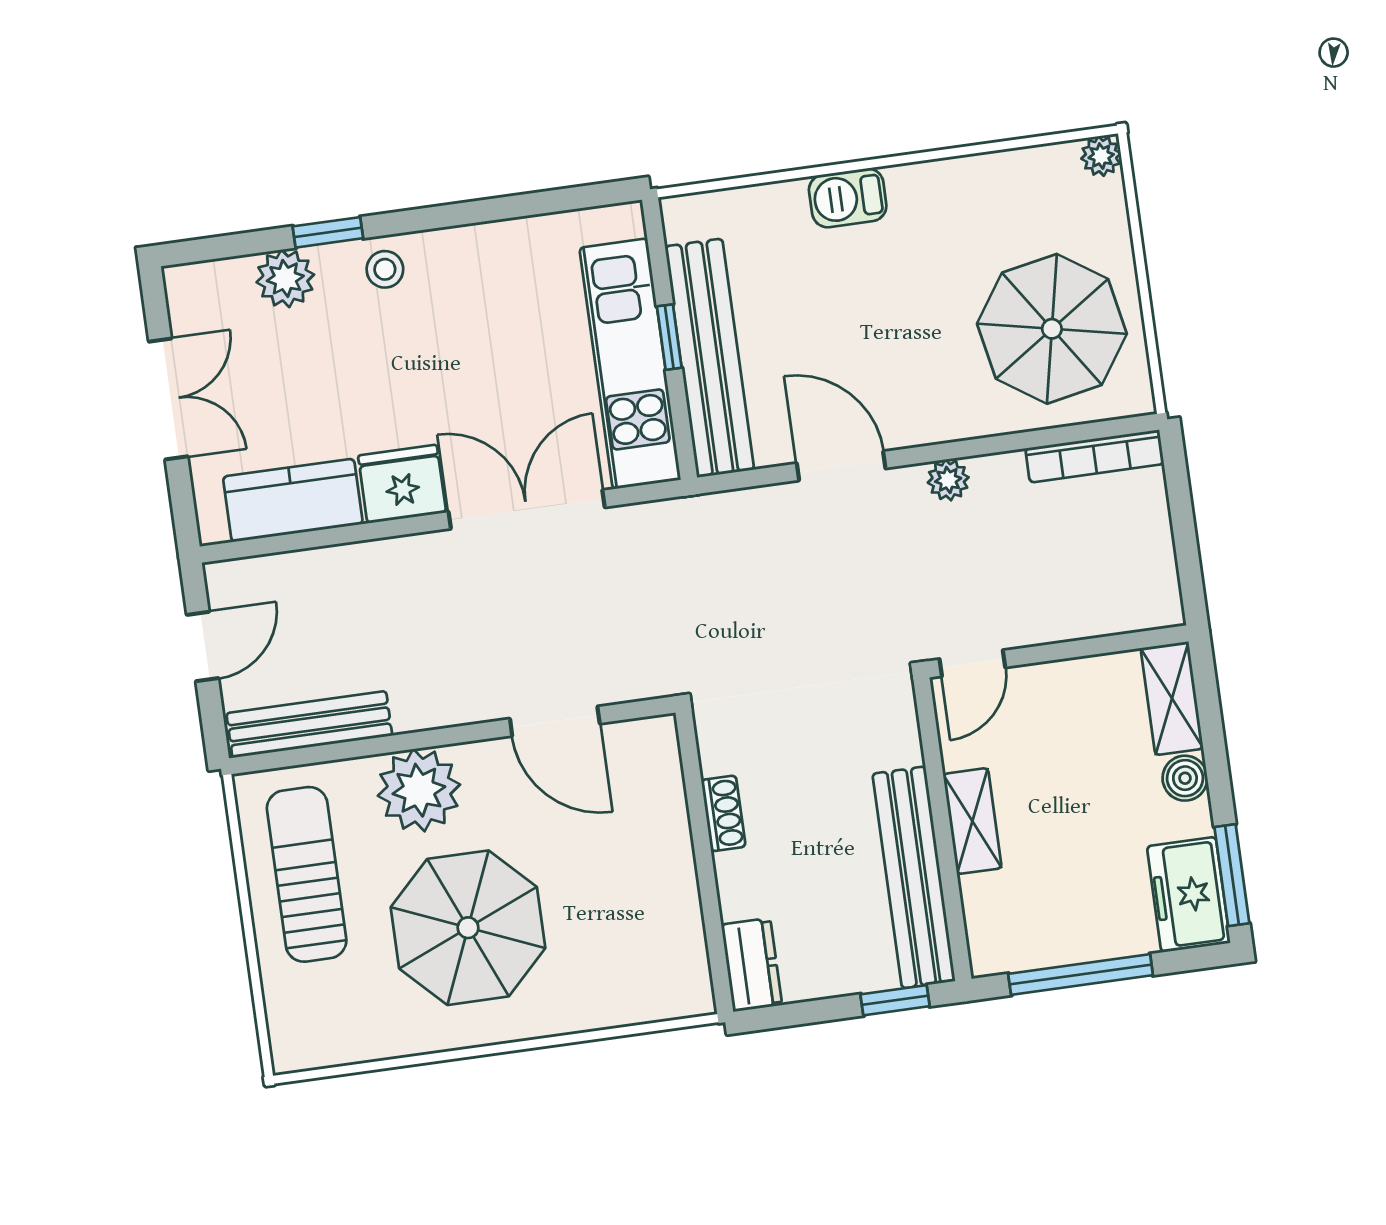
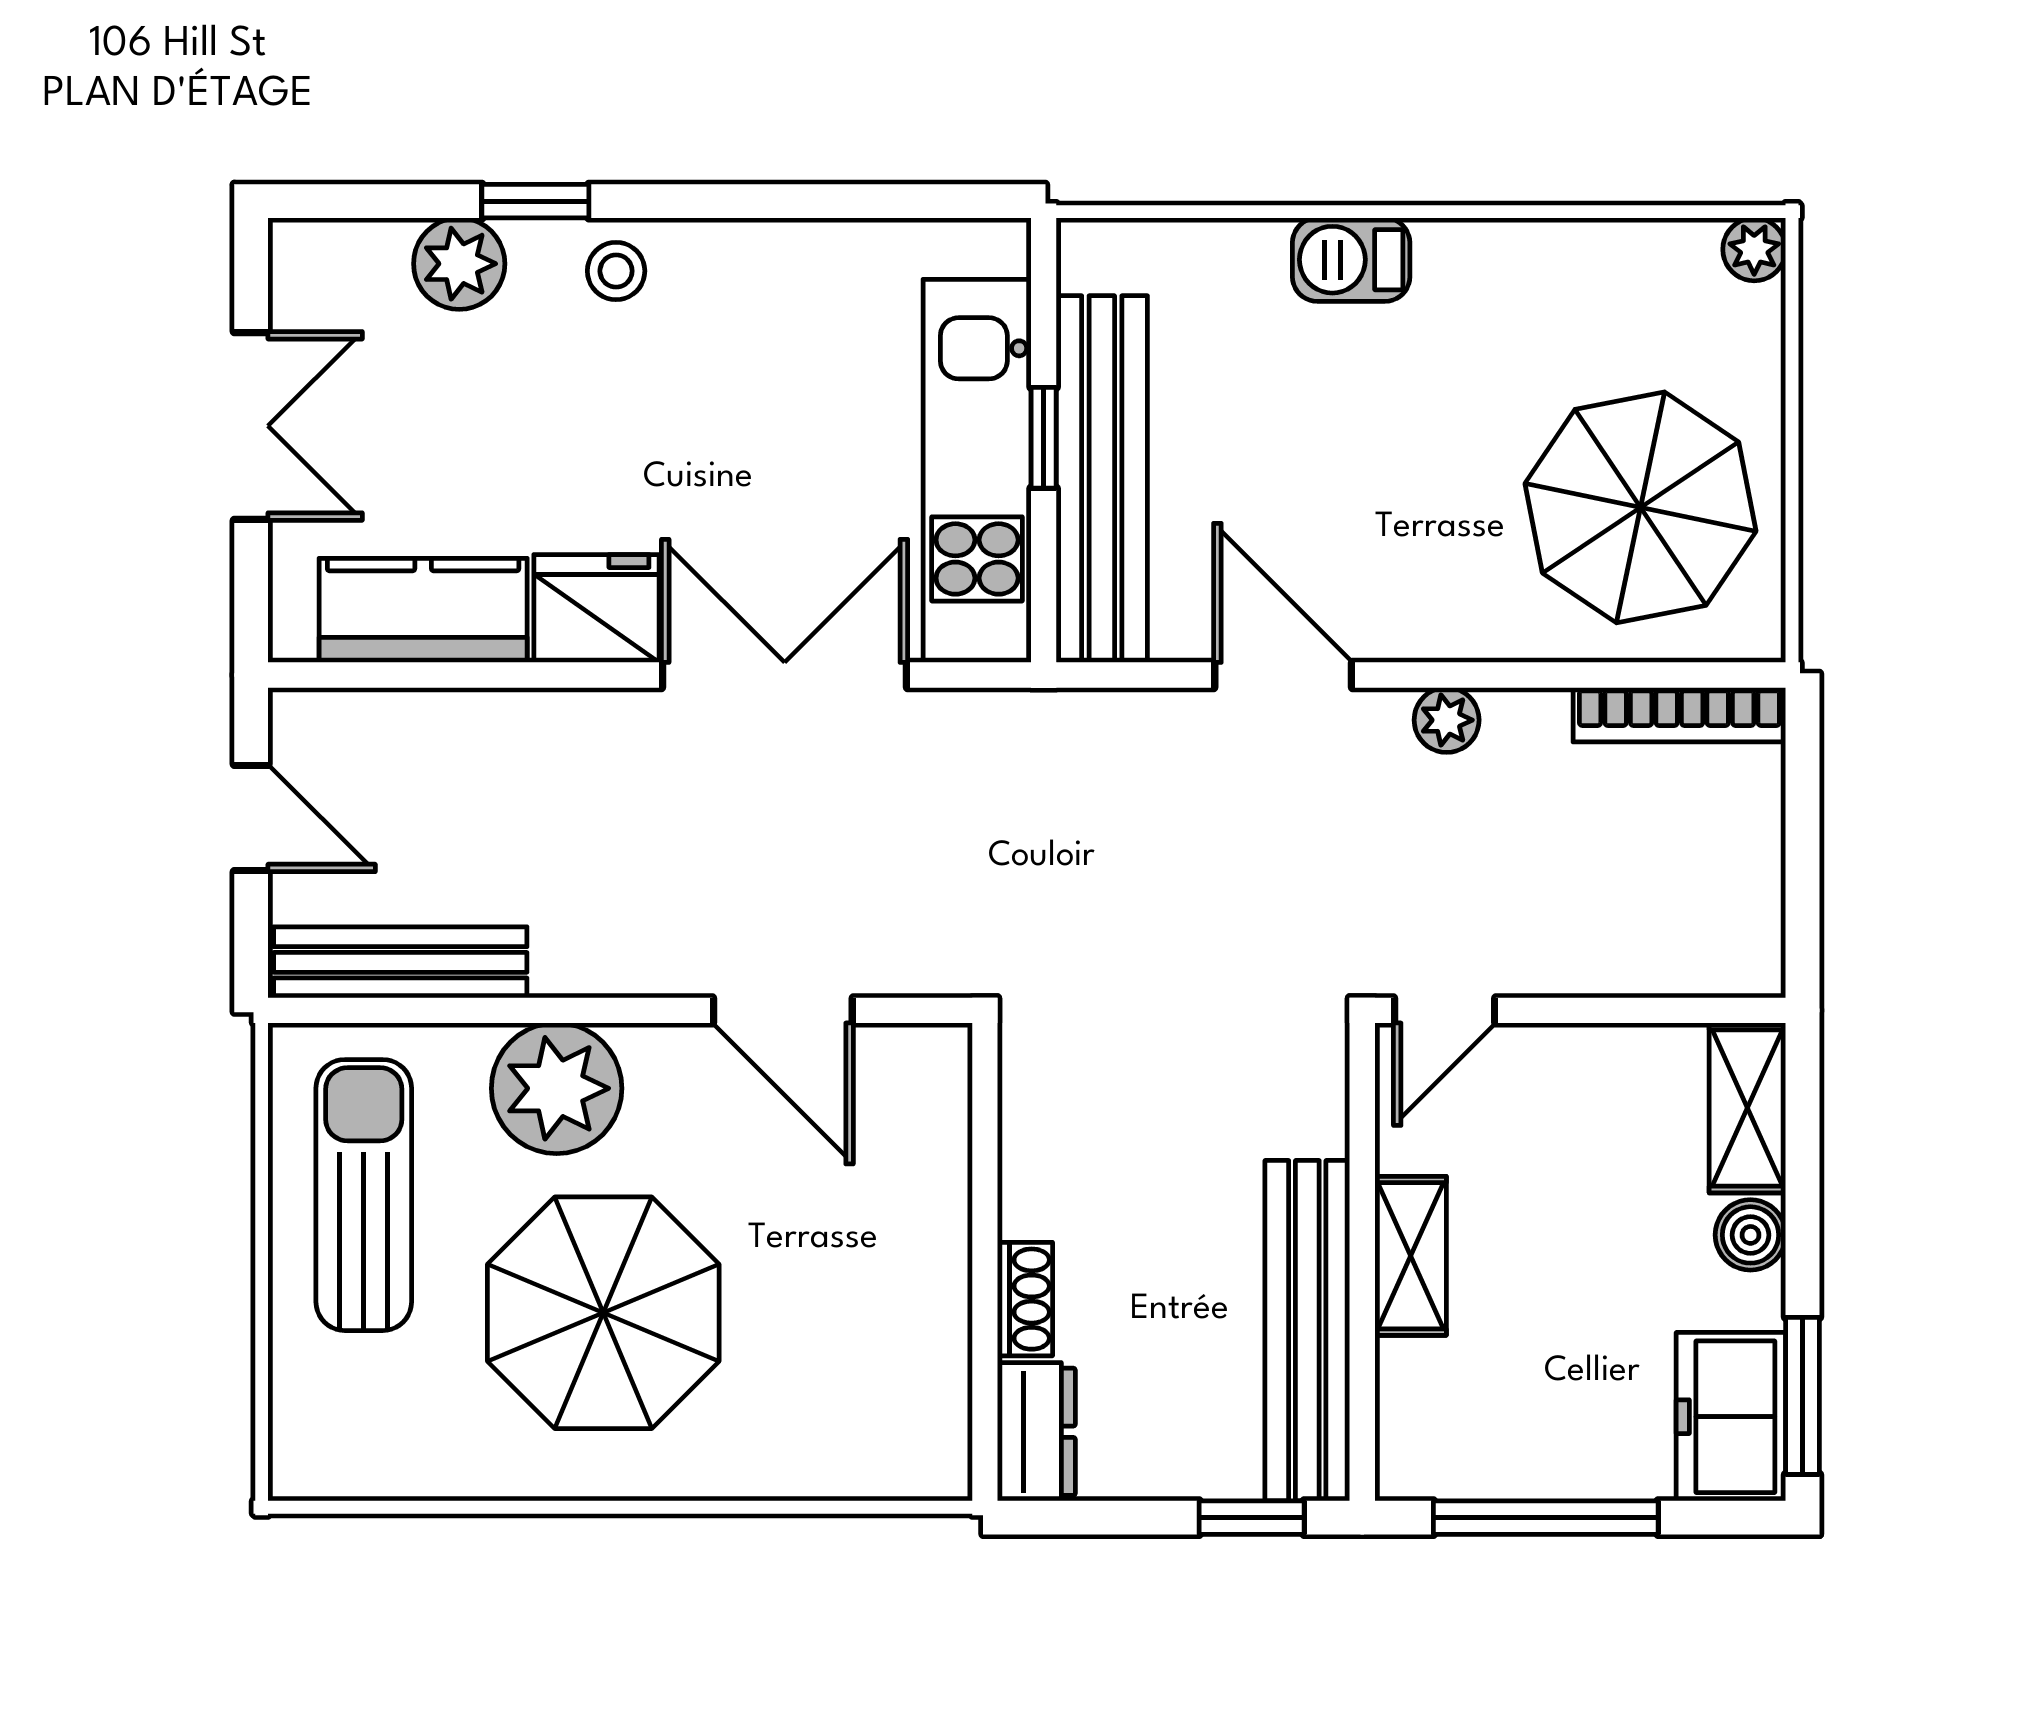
door: (203, 646) -> (251, 818), hinge flipped
shoe rack: (723, 813) -> (1025, 1299), moved

